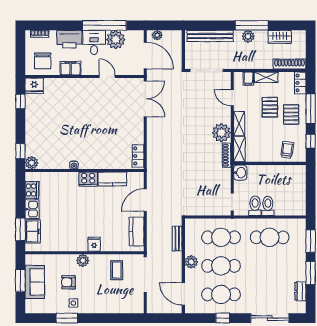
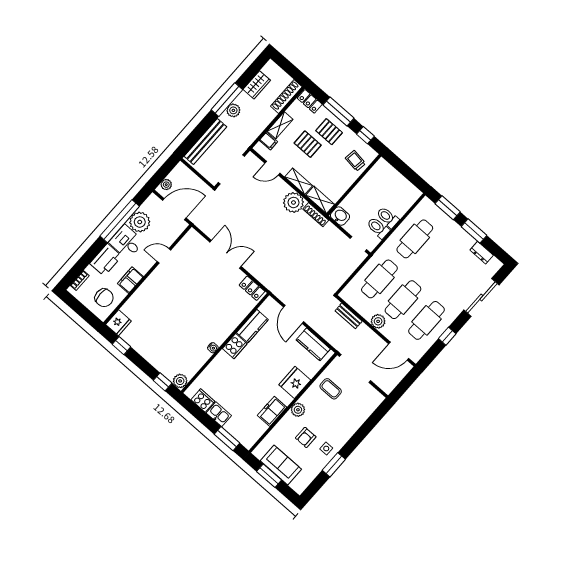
double door: (145, 99) -> (225, 254), moved
freezer: (33, 231) -> (272, 411), moved, turned -90
fridge: (94, 244) -> (295, 382), width x1.88, depth x1.34

